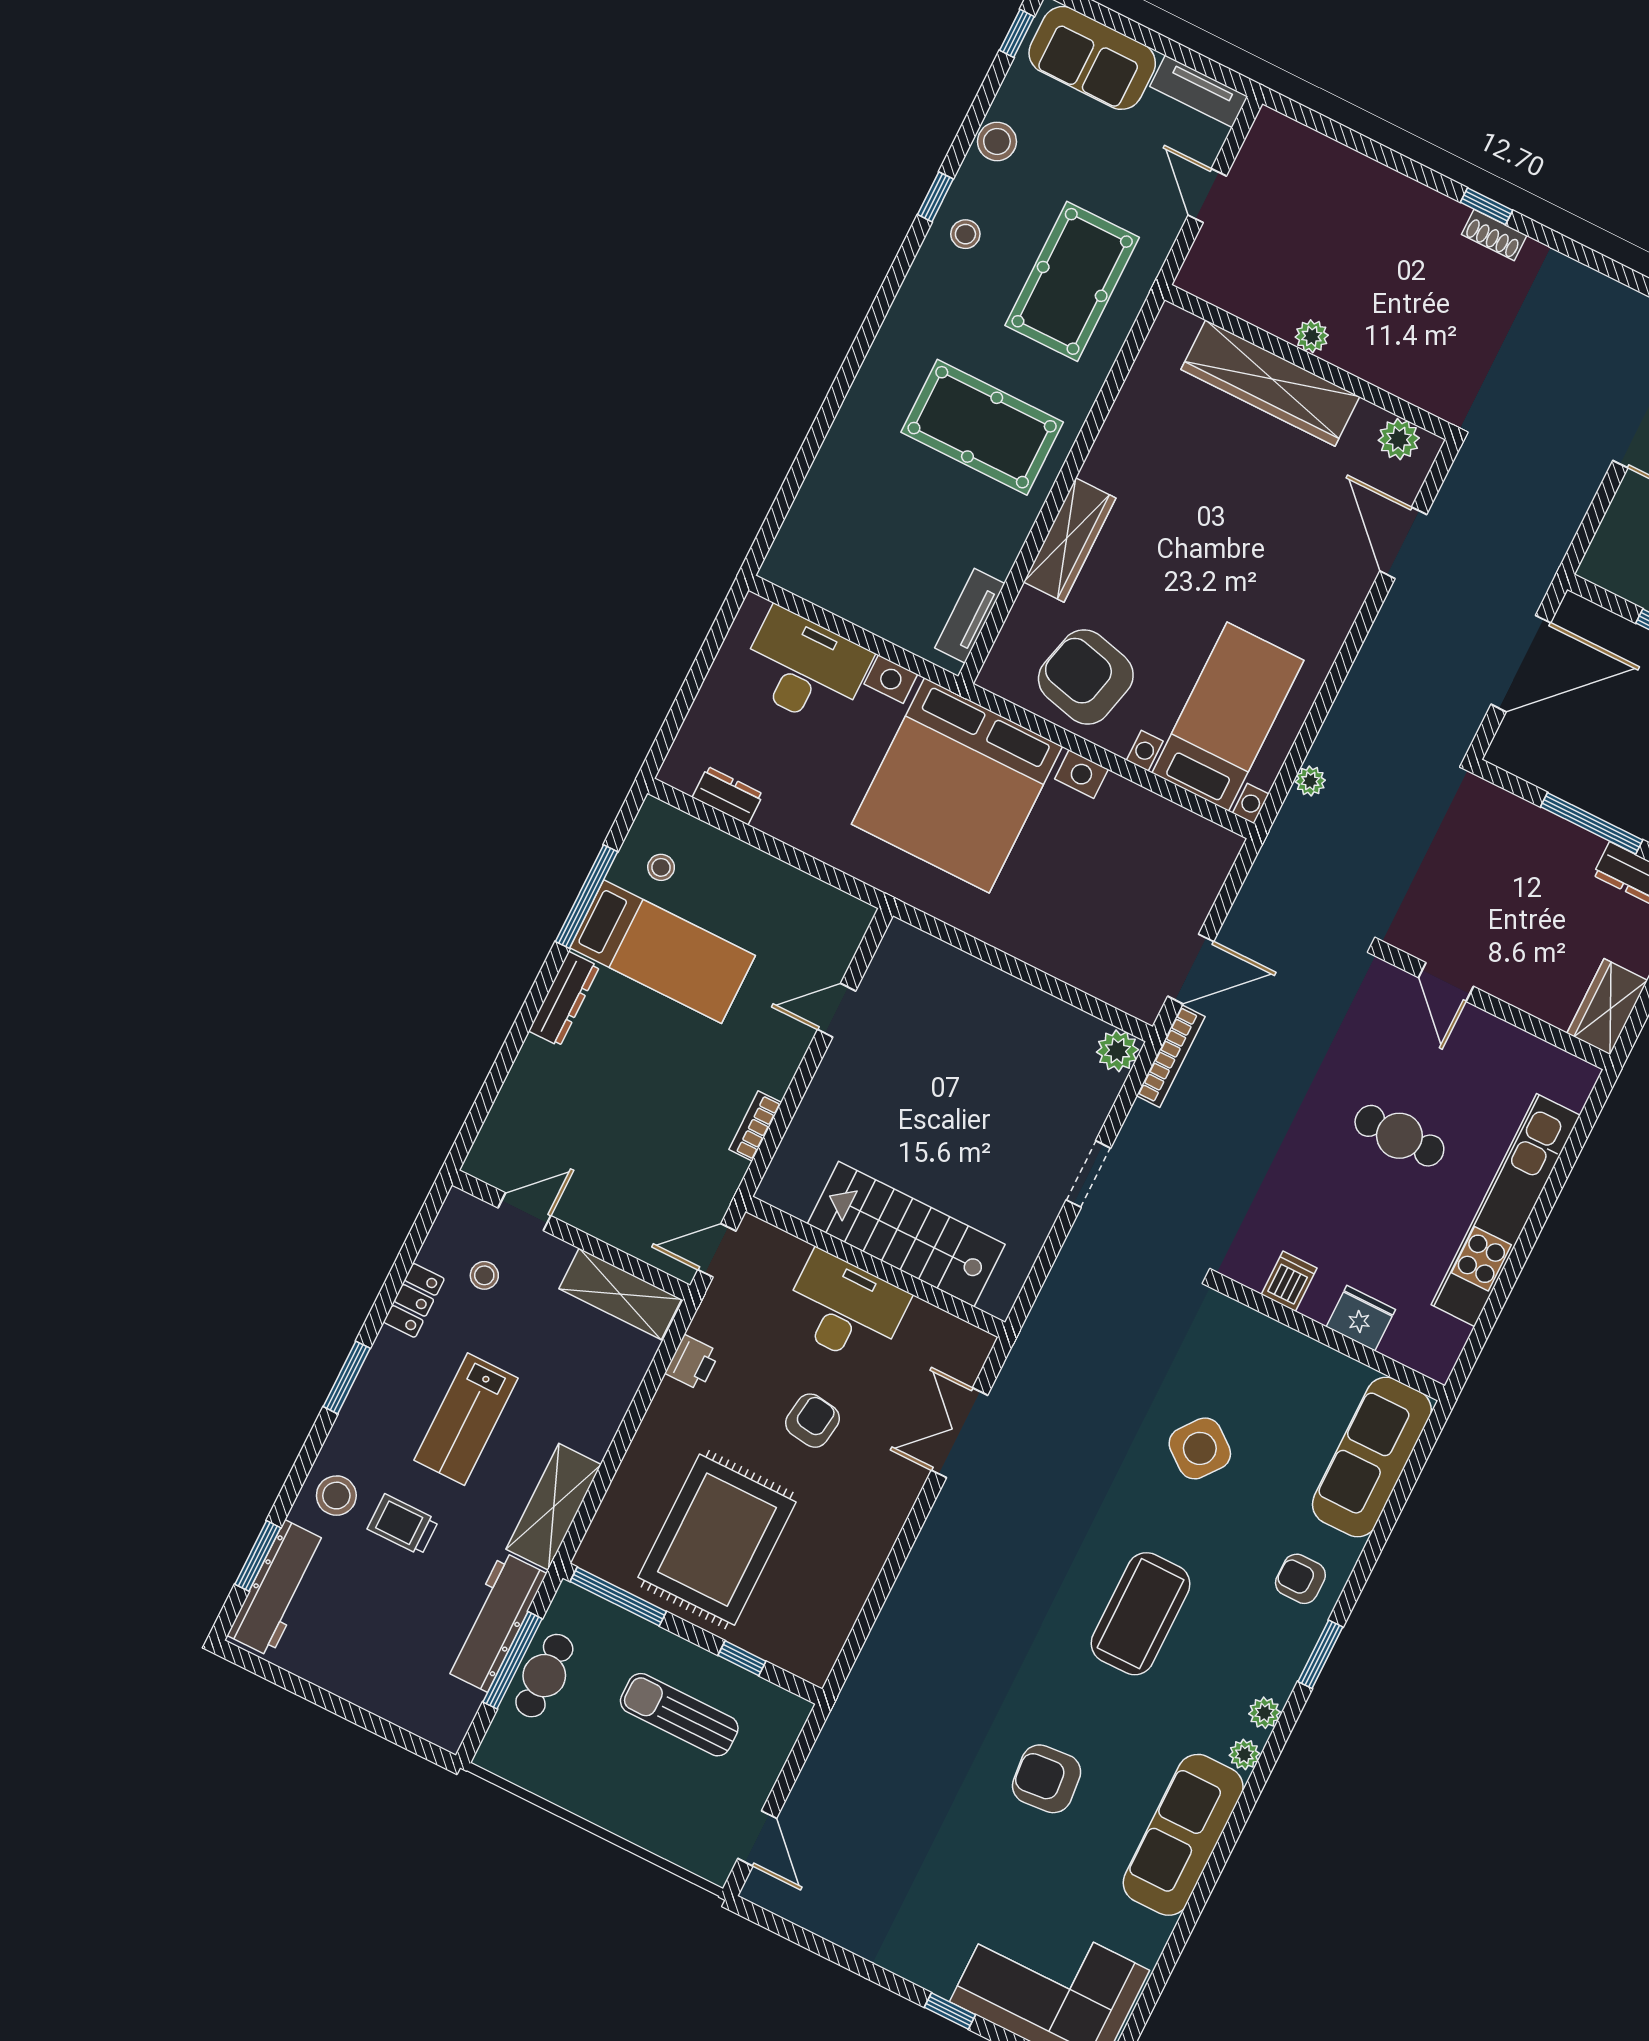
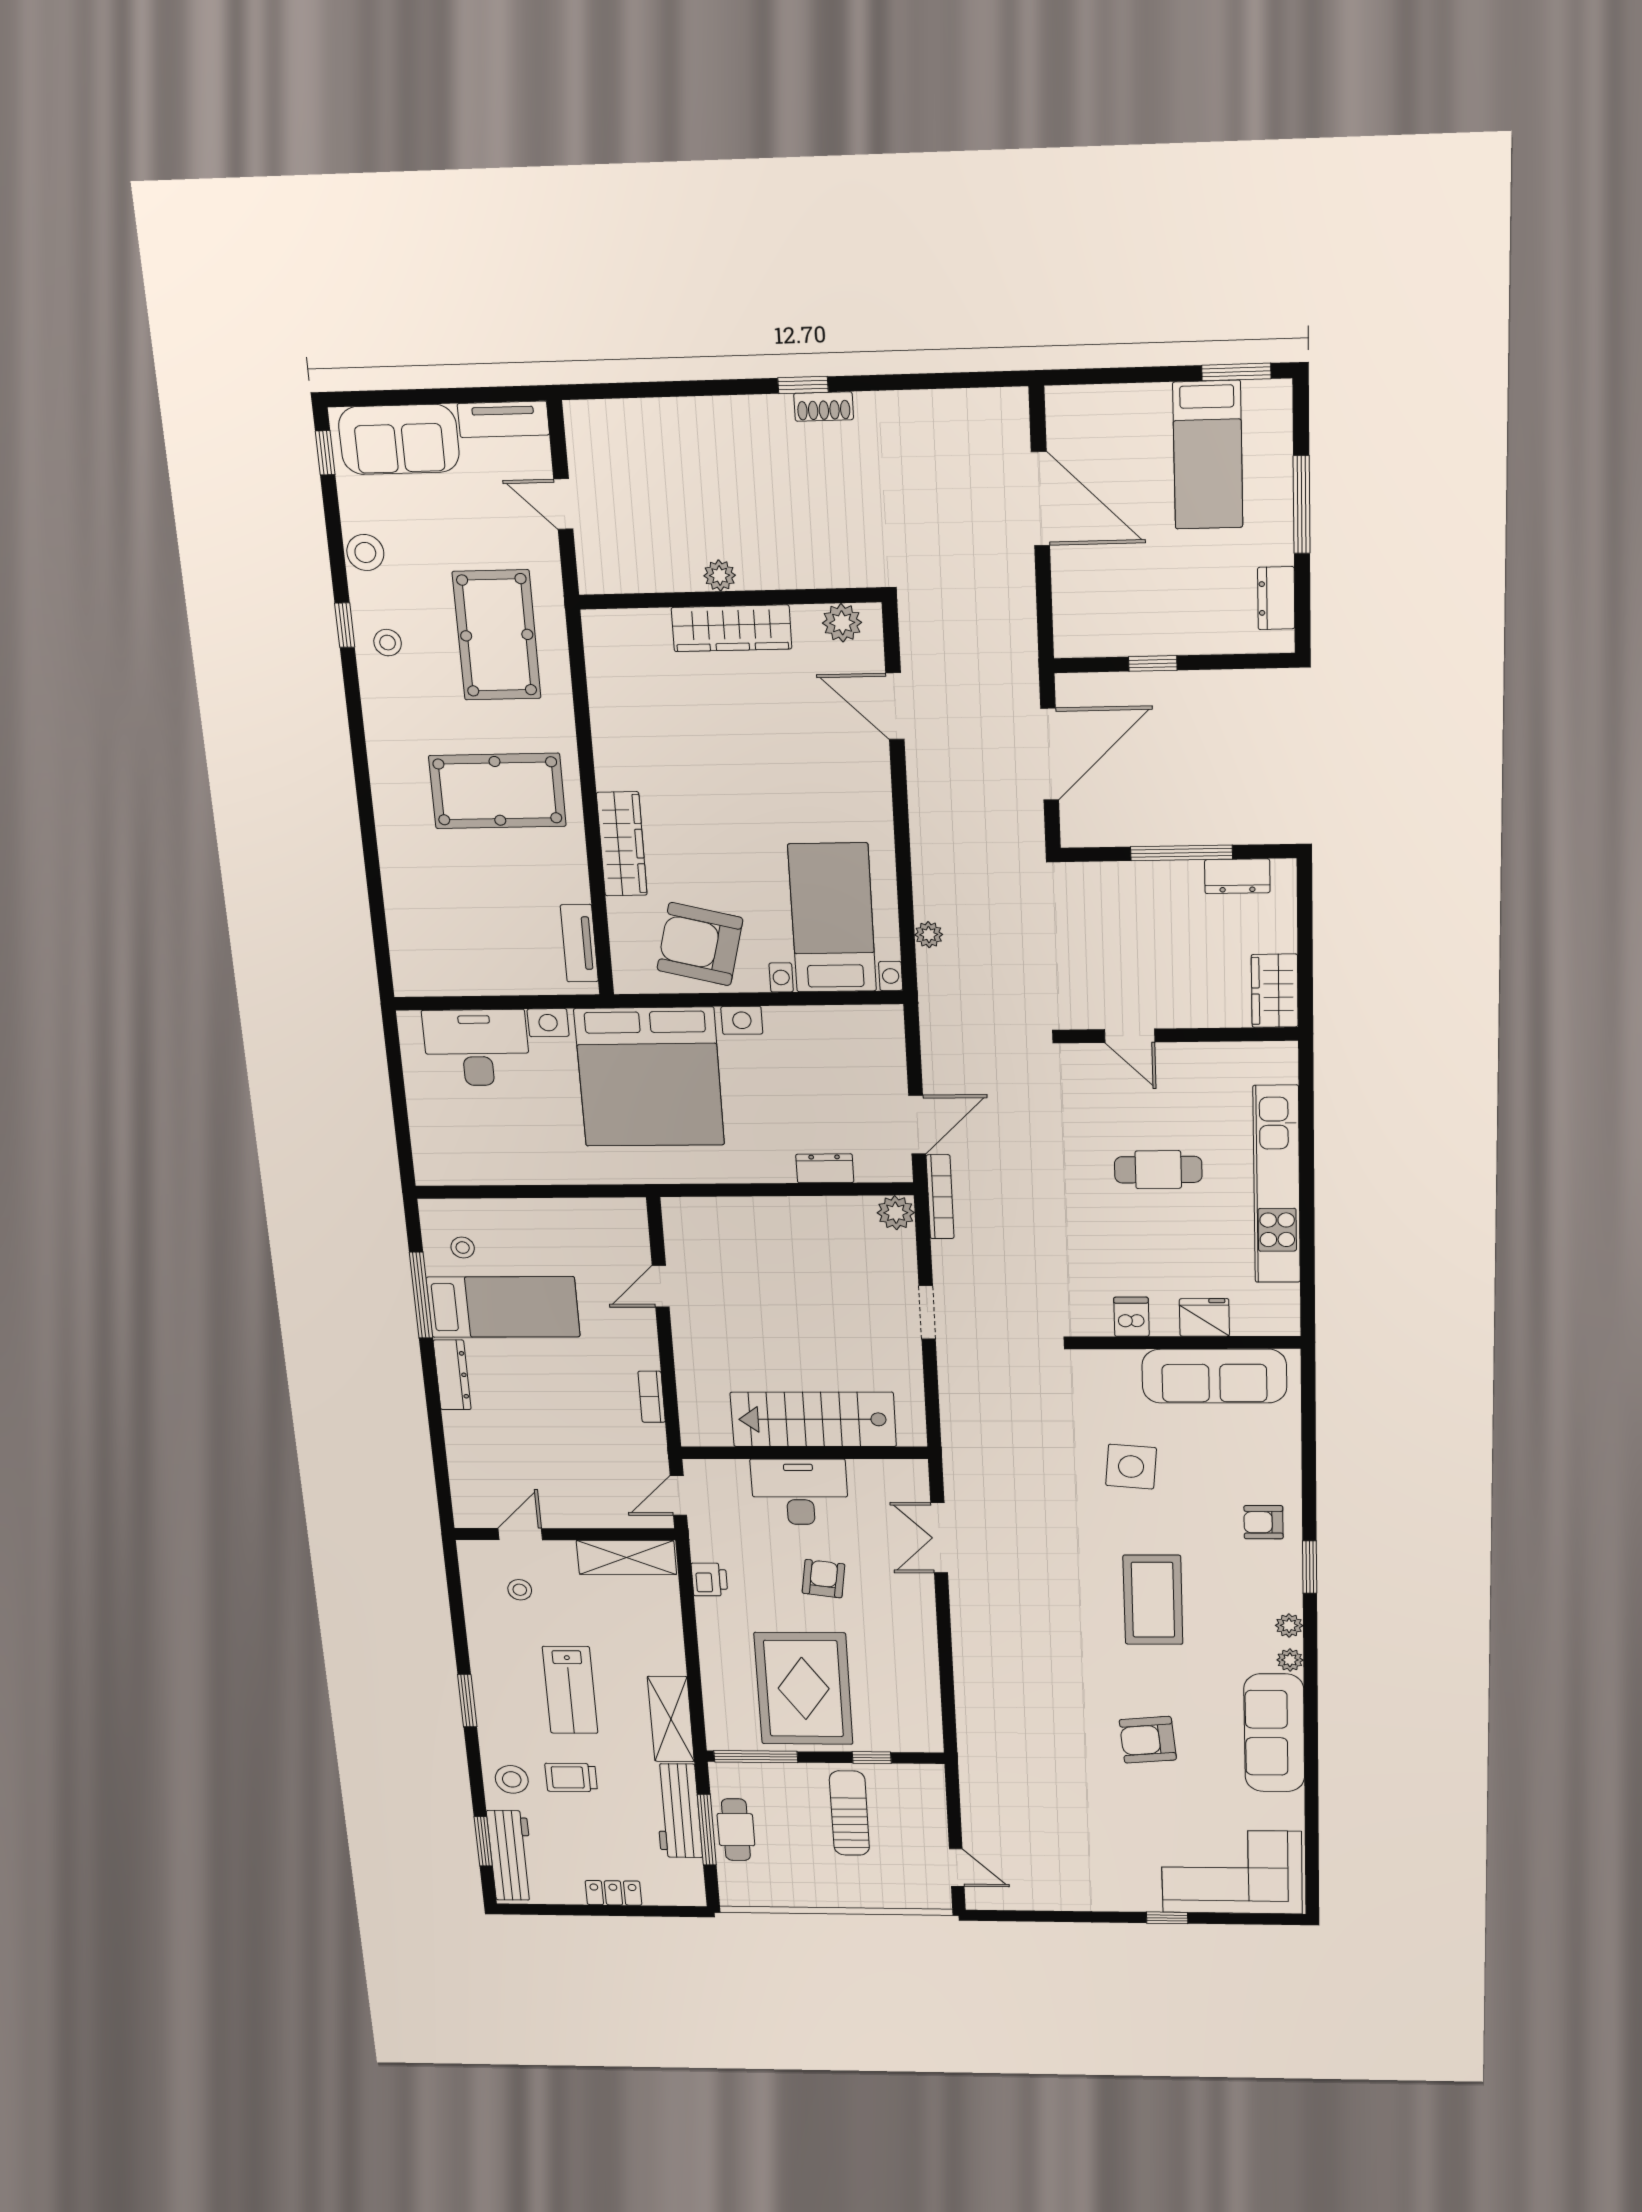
wardrobe: (1270, 383) -> (731, 628), width x0.71, depth x0.85
dresser: (728, 796) -> (825, 1168), moved
locker: (414, 1300) -> (613, 1893), moved, turned -90
side table: (1200, 1448) -> (1131, 1467), turned -33
sofa: (1372, 1457) -> (1214, 1376), moved, turned -90
sun lounger: (679, 1715) -> (849, 1813), turned 90

